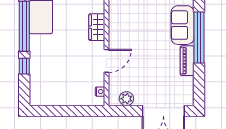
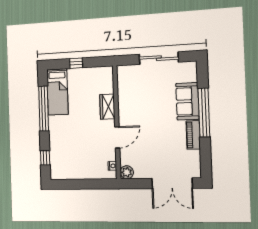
window: (24, 66) -> (45, 158), moved
plant: (126, 99) -> (127, 172), moved

